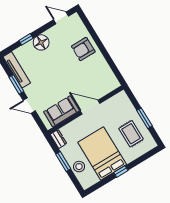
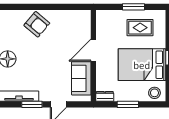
armchair: (83, 49) -> (37, 24), turned -50
stool: (79, 167) -> (154, 93), moved

